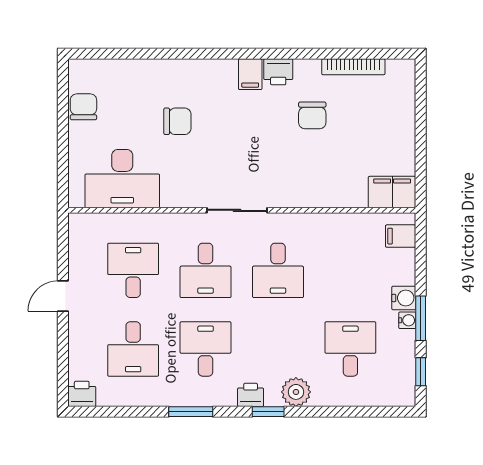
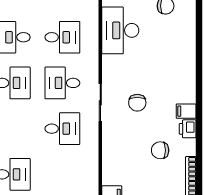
chair: (177, 121) -> (137, 103), moved
desk: (278, 270) -> (62, 129), turned 180

